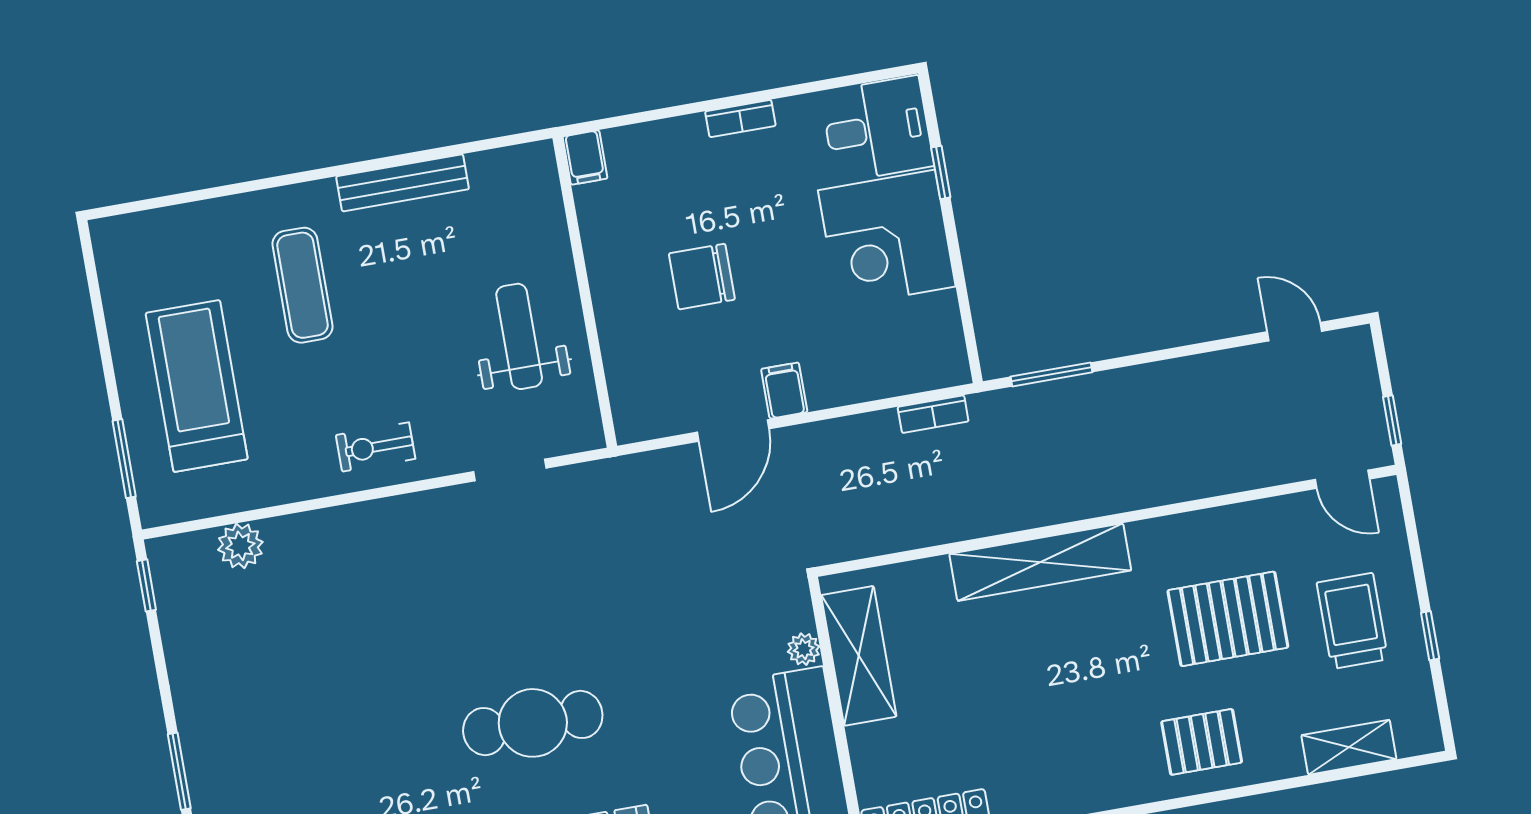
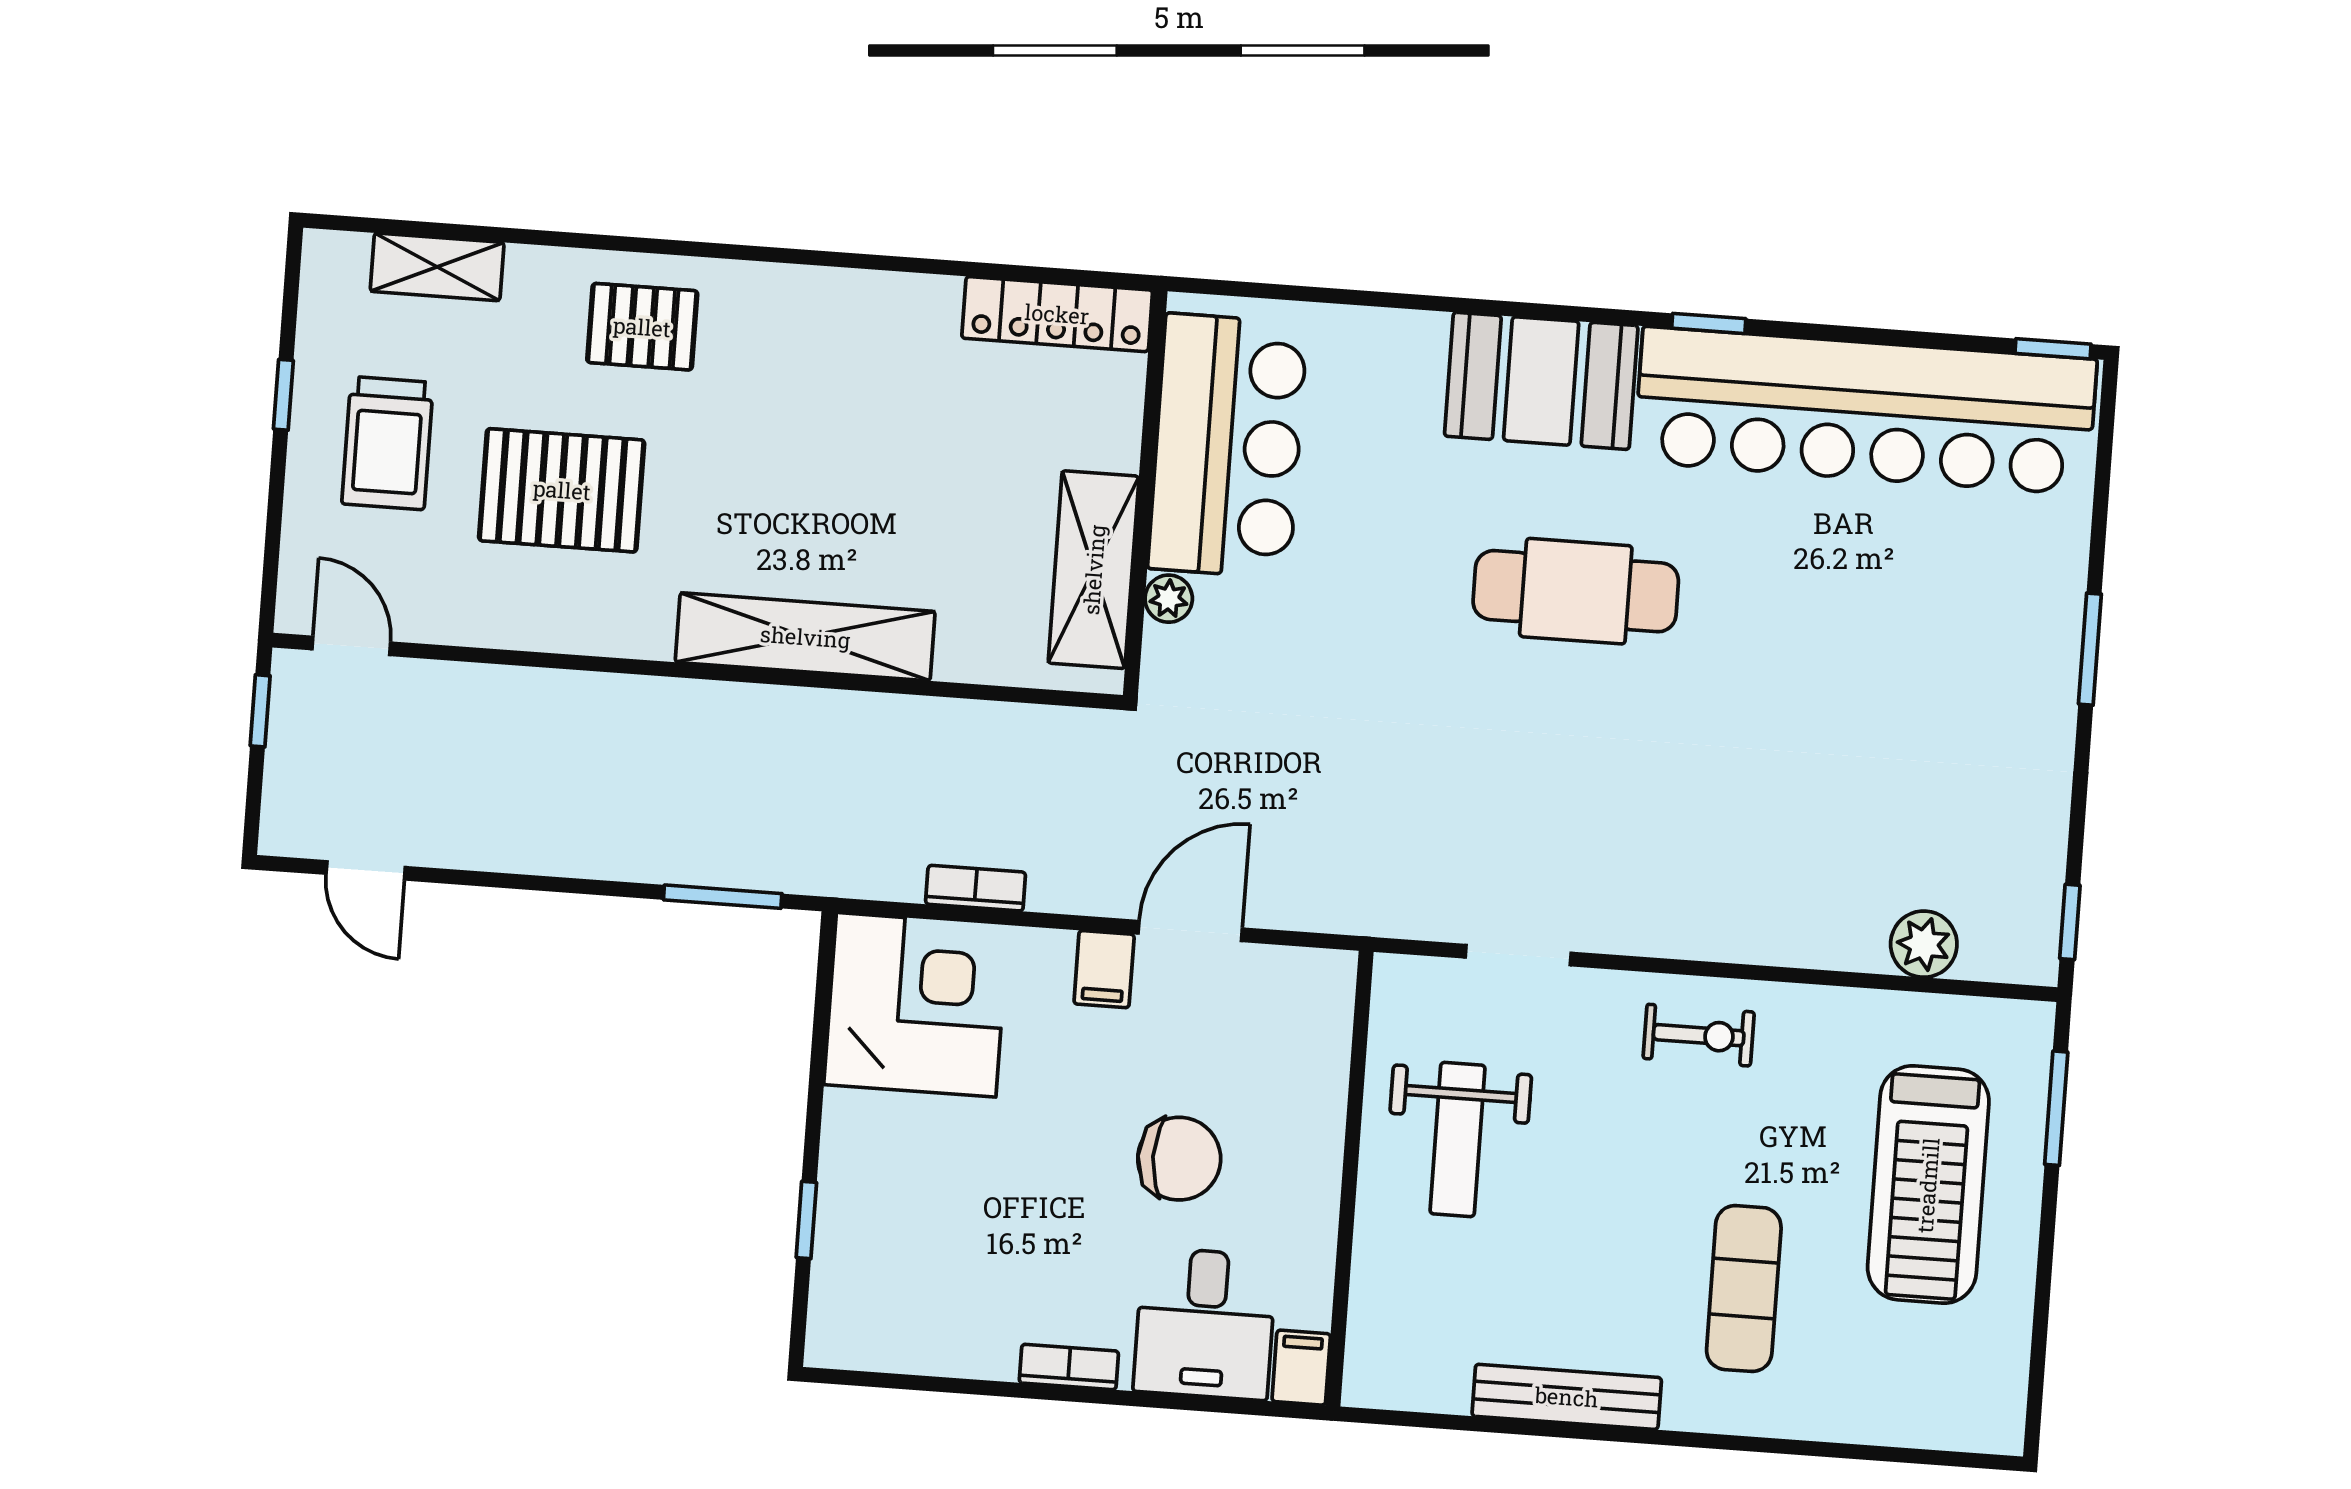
desk: (877, 129) -> (1205, 1324), moved, turned -90
corner desk: (887, 238) -> (916, 1005), moved
bookcase: (933, 414) -> (976, 888), moved

